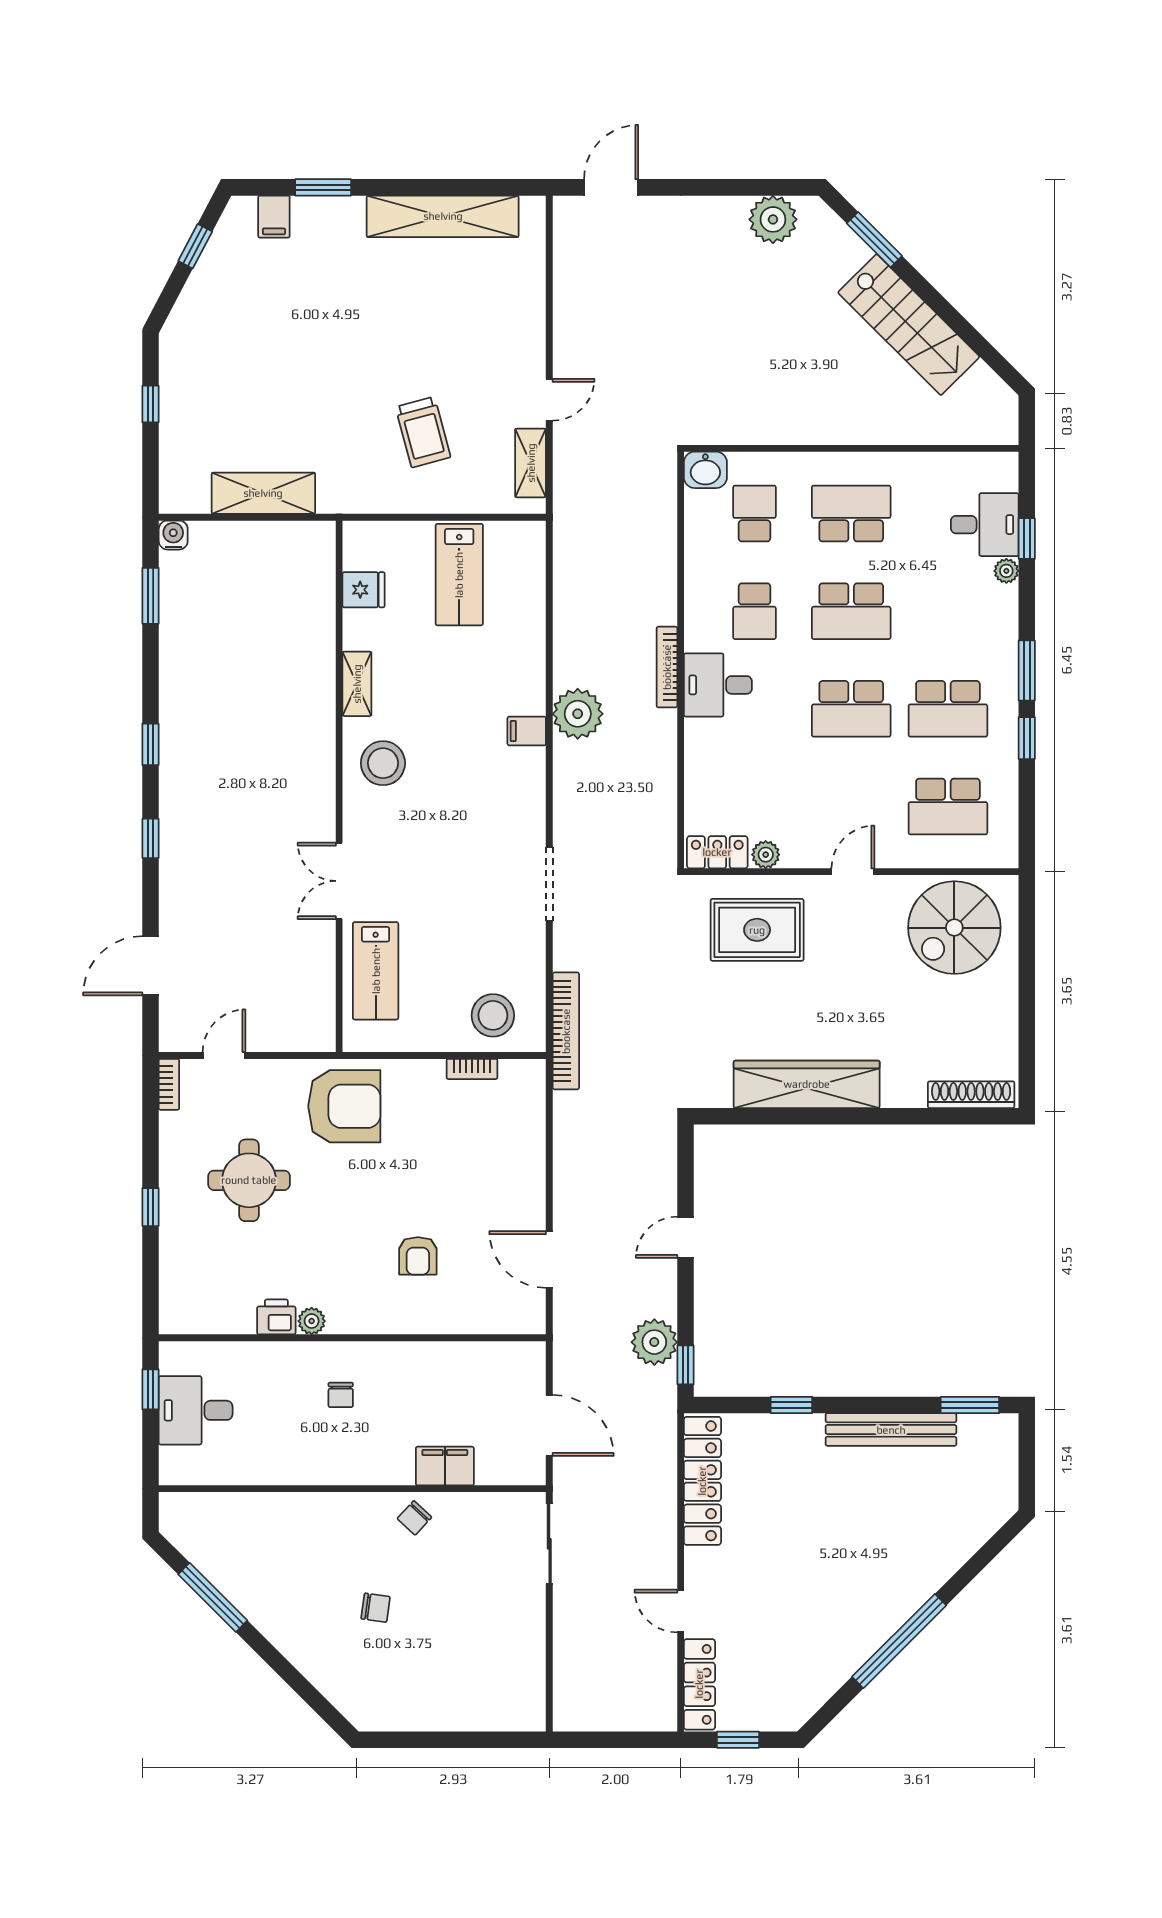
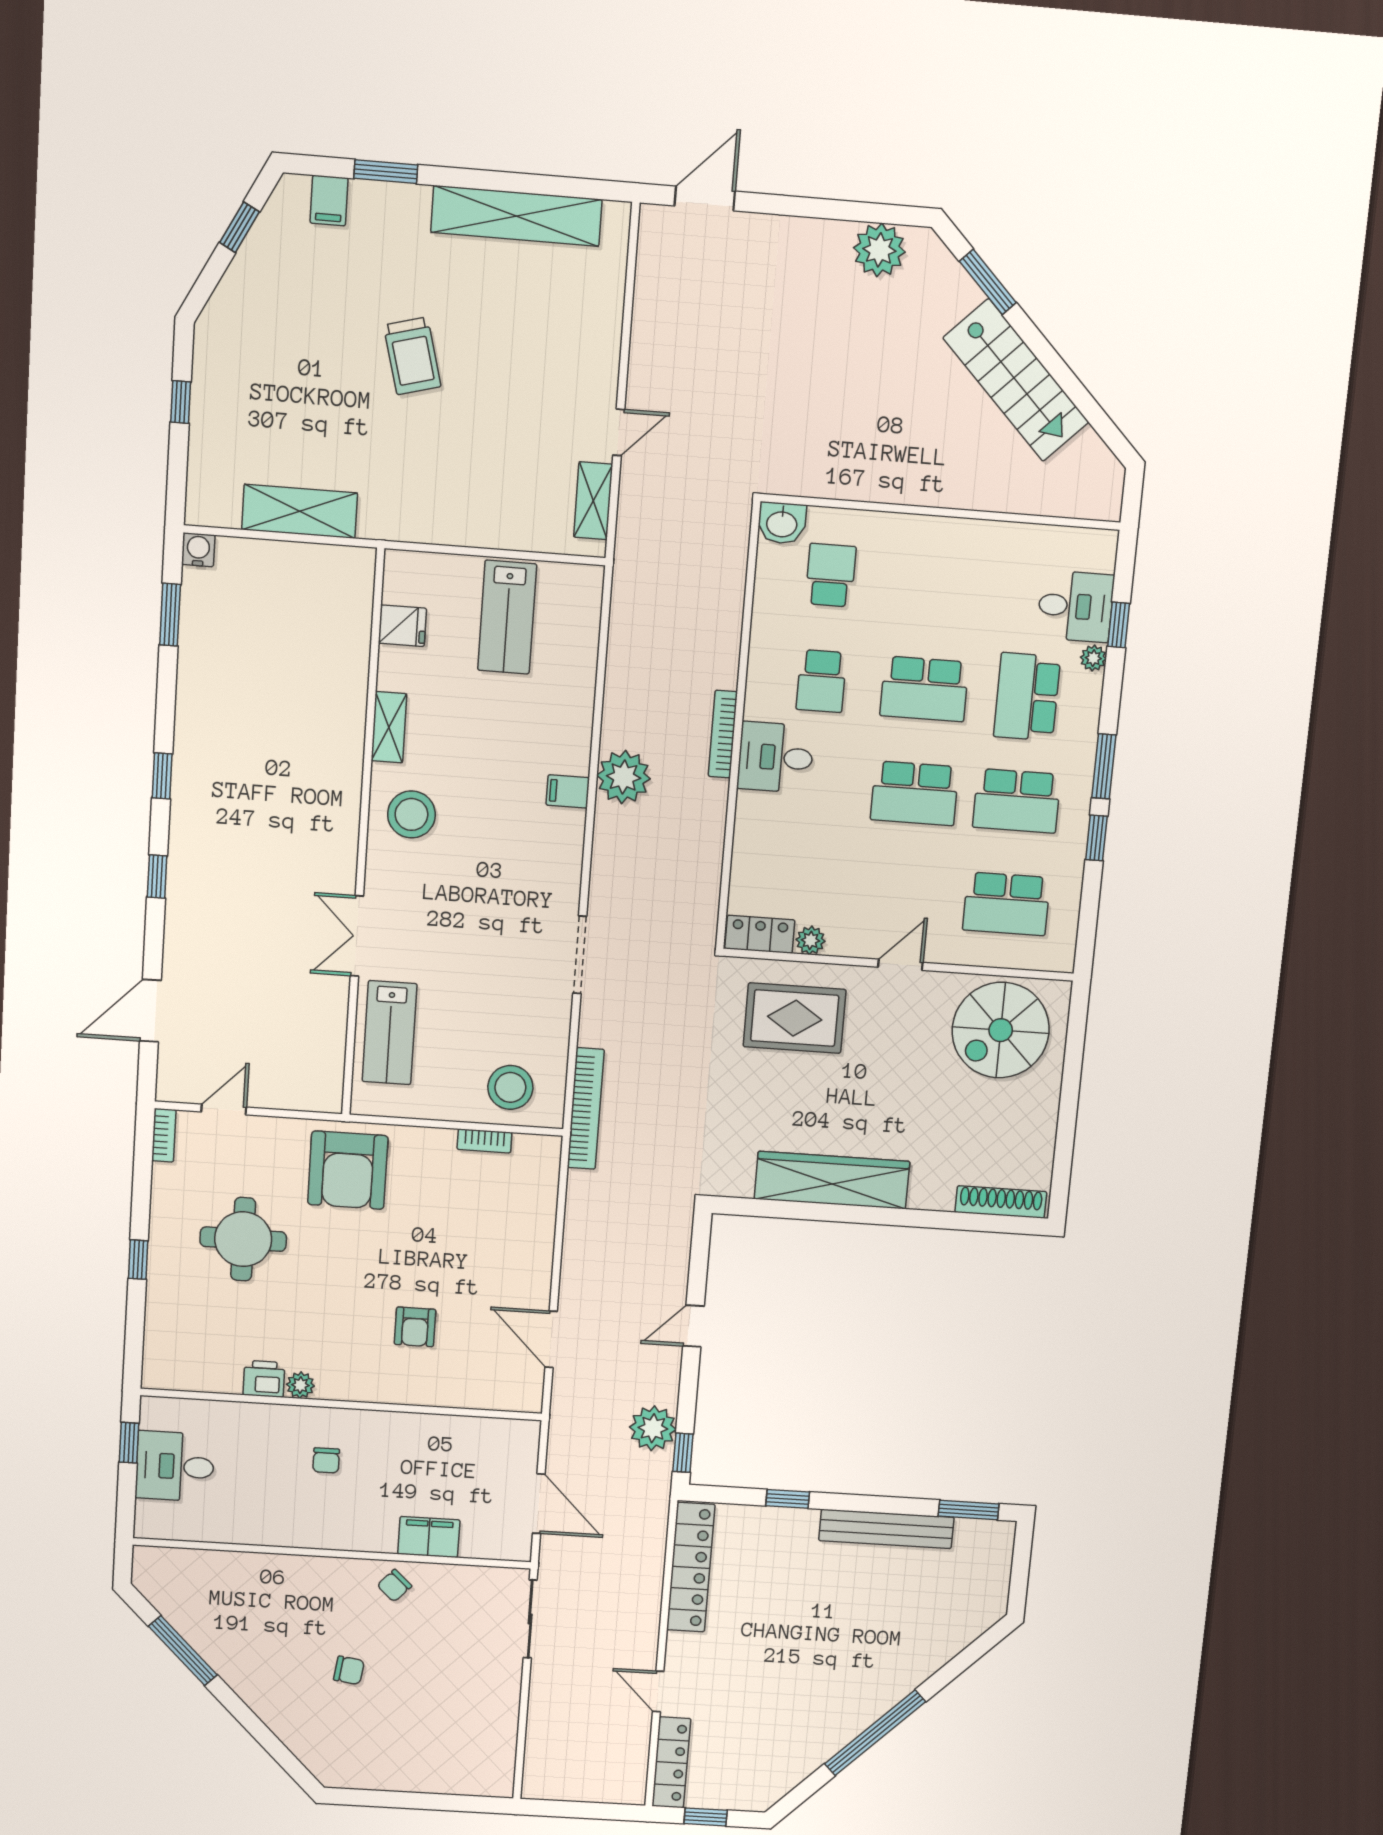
trolley: (423, 432) -> (412, 356), moved
school desk: (851, 514) -> (1027, 697), moved, turned -90
armchair: (344, 1106) -> (348, 1170), turned 90

